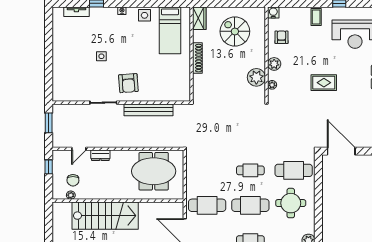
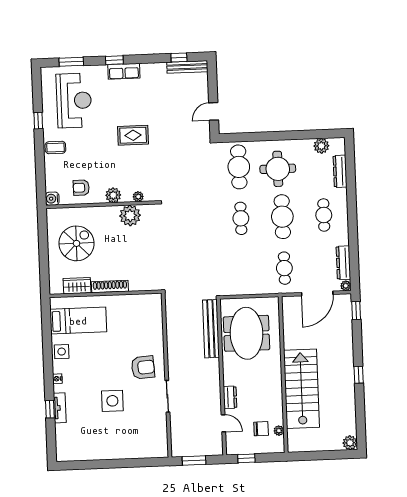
tv unit: (76, 12) -> (60, 408), moved
wardrobe: (199, 18) -> (77, 286), moved
spiral stairs: (235, 31) -> (77, 243), turned 180
side table: (101, 56) -> (112, 401), width x1.87, depth x1.87
rug: (324, 83) -> (133, 135), turned 90
bench: (148, 110) -> (211, 329), moved
door: (341, 151) -> (214, 111), width x0.53
cafe table: (207, 205) -> (284, 268), width x0.73, depth x0.74

